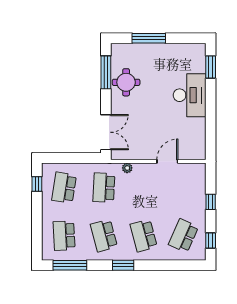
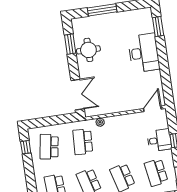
window: (106, 72) -> (70, 44), width x0.69
door: (167, 161) -> (152, 109), moved
desk: (193, 199) -> (159, 140), added
school desk: (183, 236) -> (156, 172), turned -33

